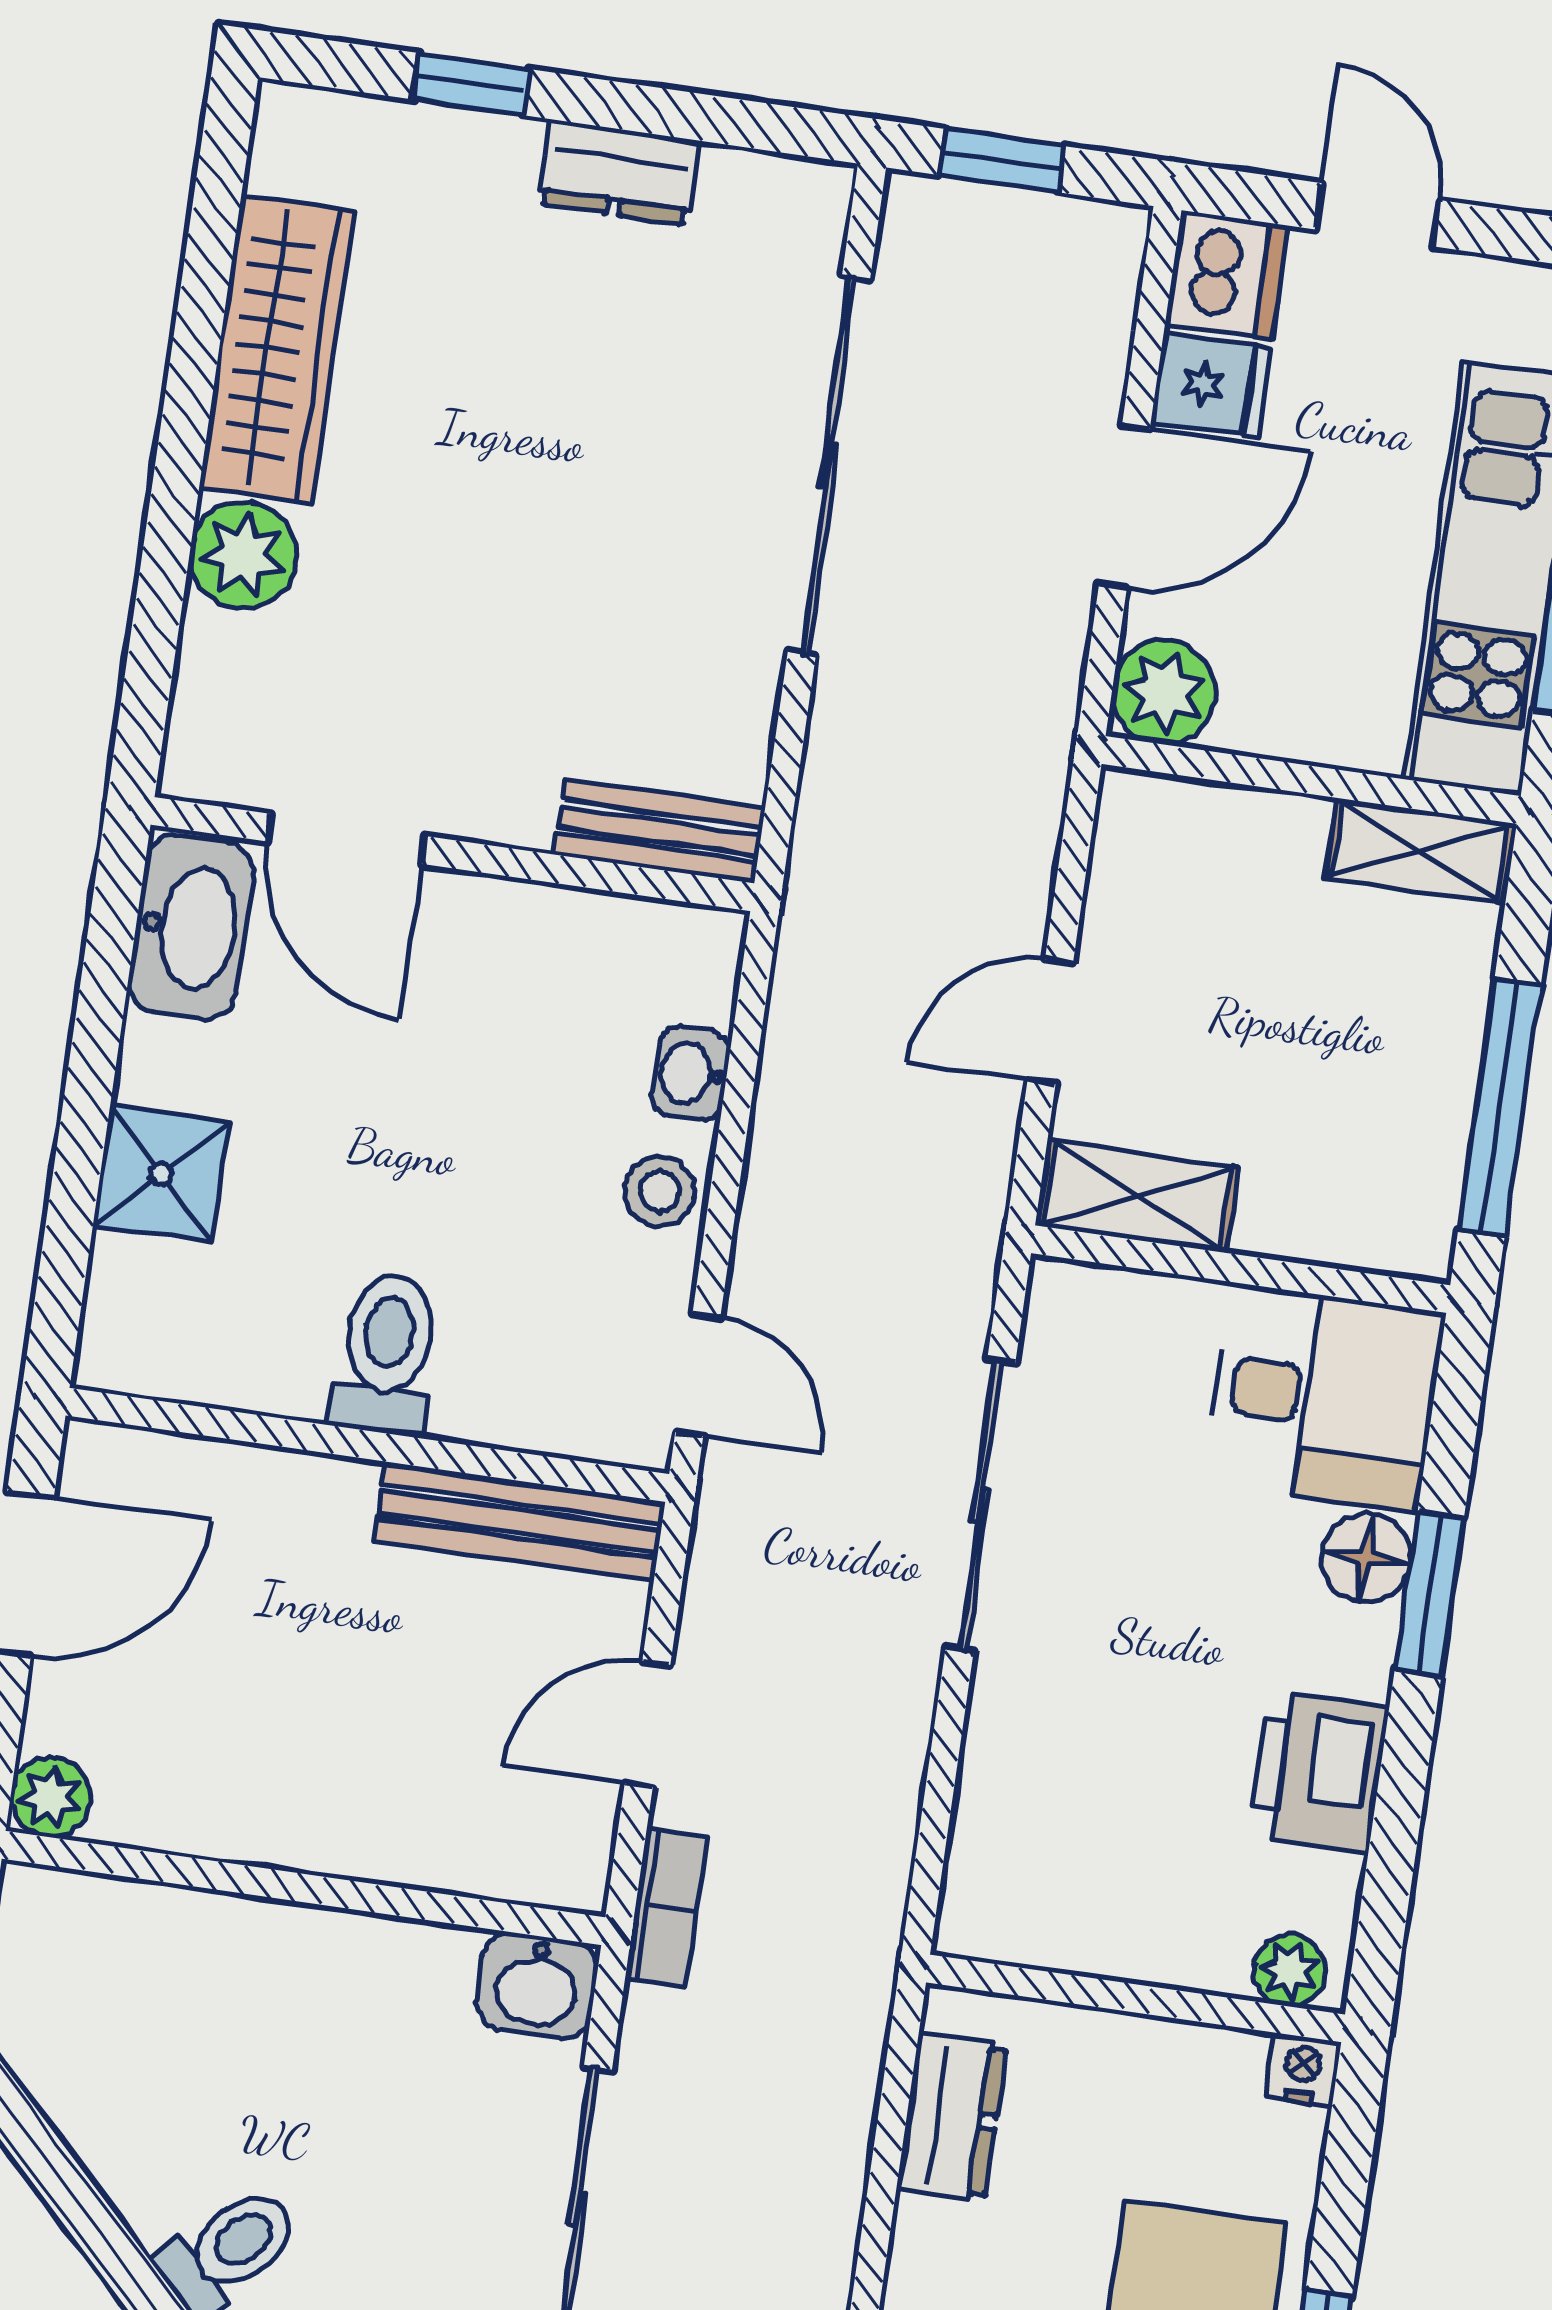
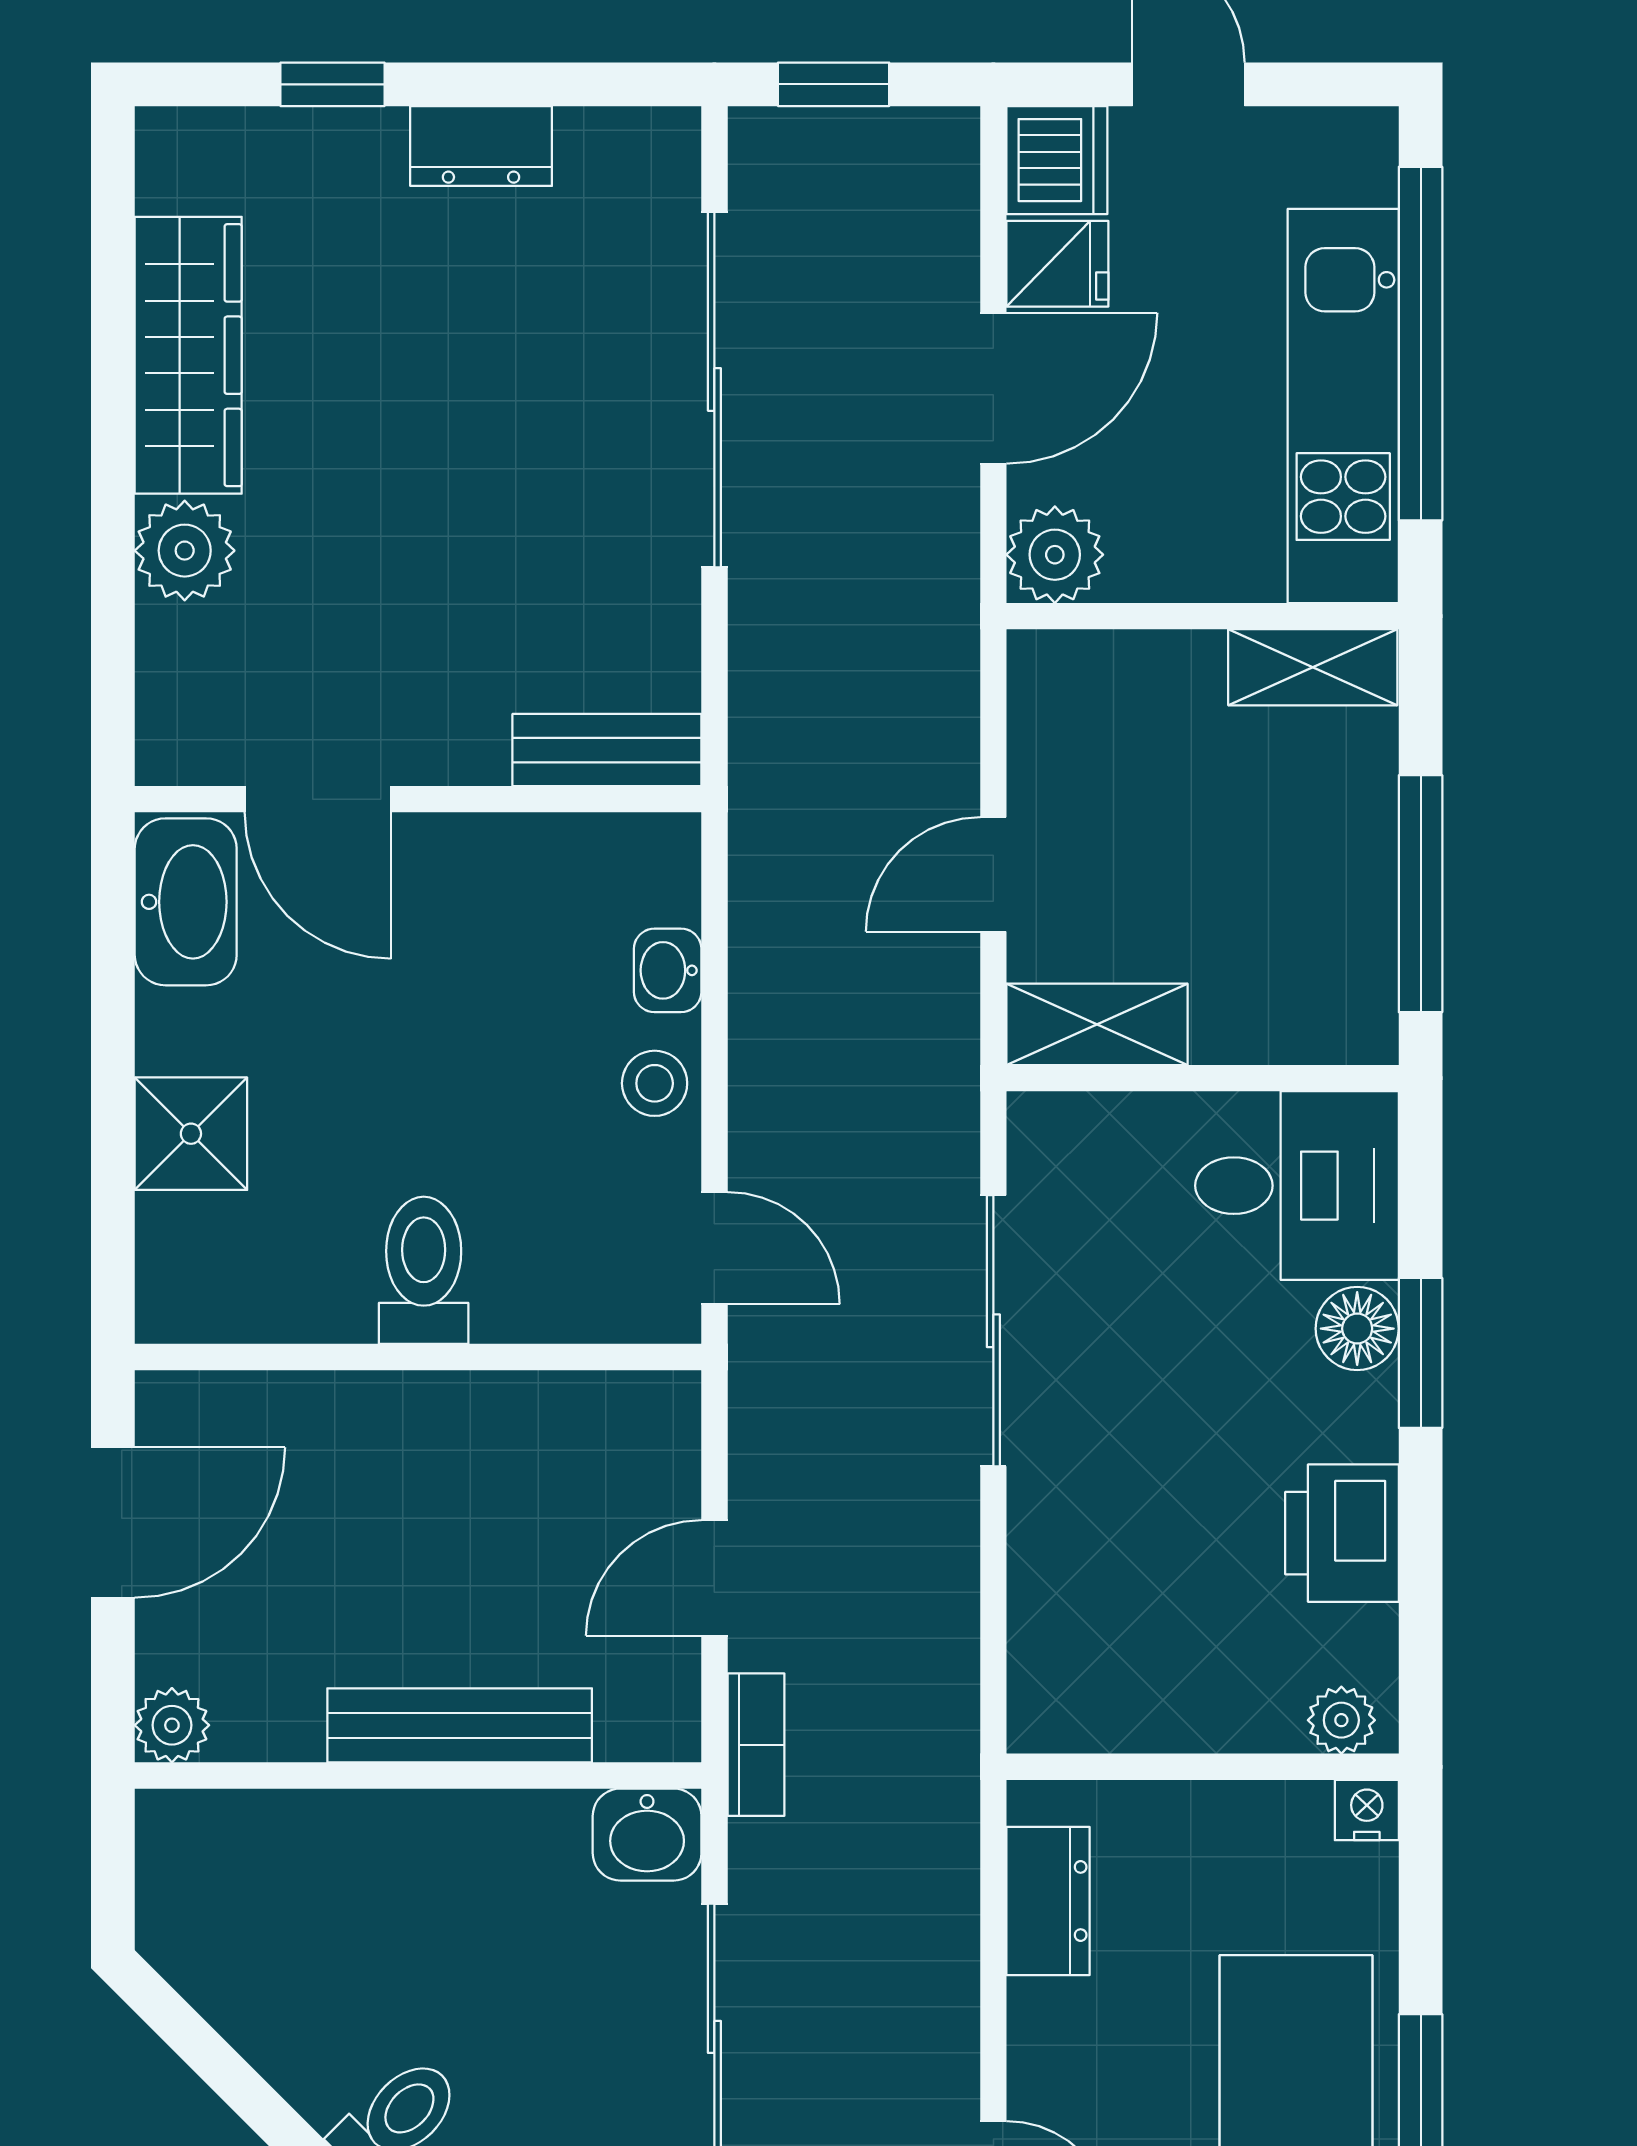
bench: (520, 1521) -> (460, 1725), moved

